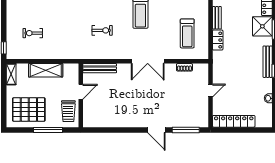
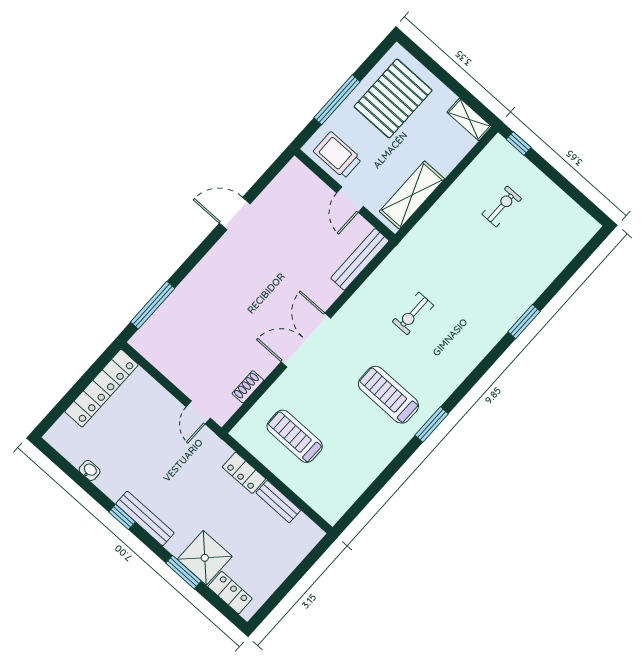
shelving: (46, 70) -> (412, 195), moved
door: (210, 91) -> (198, 412), moved
door: (156, 130) -> (235, 214), moved

